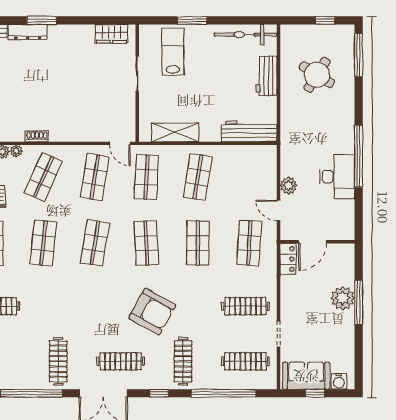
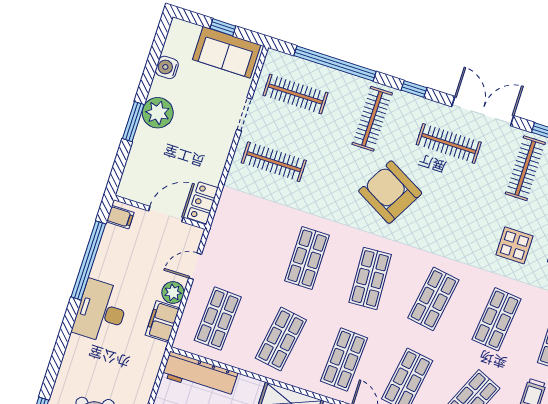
window: (359, 156) -> (88, 260), moved
filing cabinet: (289, 162) -> (162, 321), added
desk: (337, 177) -> (101, 312), moved
door: (278, 210) -> (195, 266), swing flipped
filing cabinet: (345, 229) -> (120, 217), added
shop shelf: (249, 243) -> (218, 319), moved
plant: (343, 298) -> (158, 113), moved
display table: (48, 302) -> (514, 245), added
window: (359, 302) -> (133, 122), width x0.69
water cooler: (339, 381) -> (167, 67), moved, turned -90

